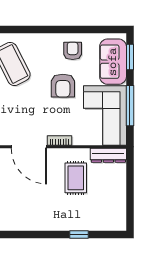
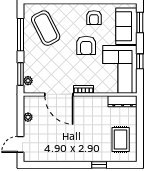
armchair: (73, 51) -> (94, 18), turned 180
window: (130, 106) -> (140, 61), width x0.46
rug: (76, 178) -> (121, 140), moved

